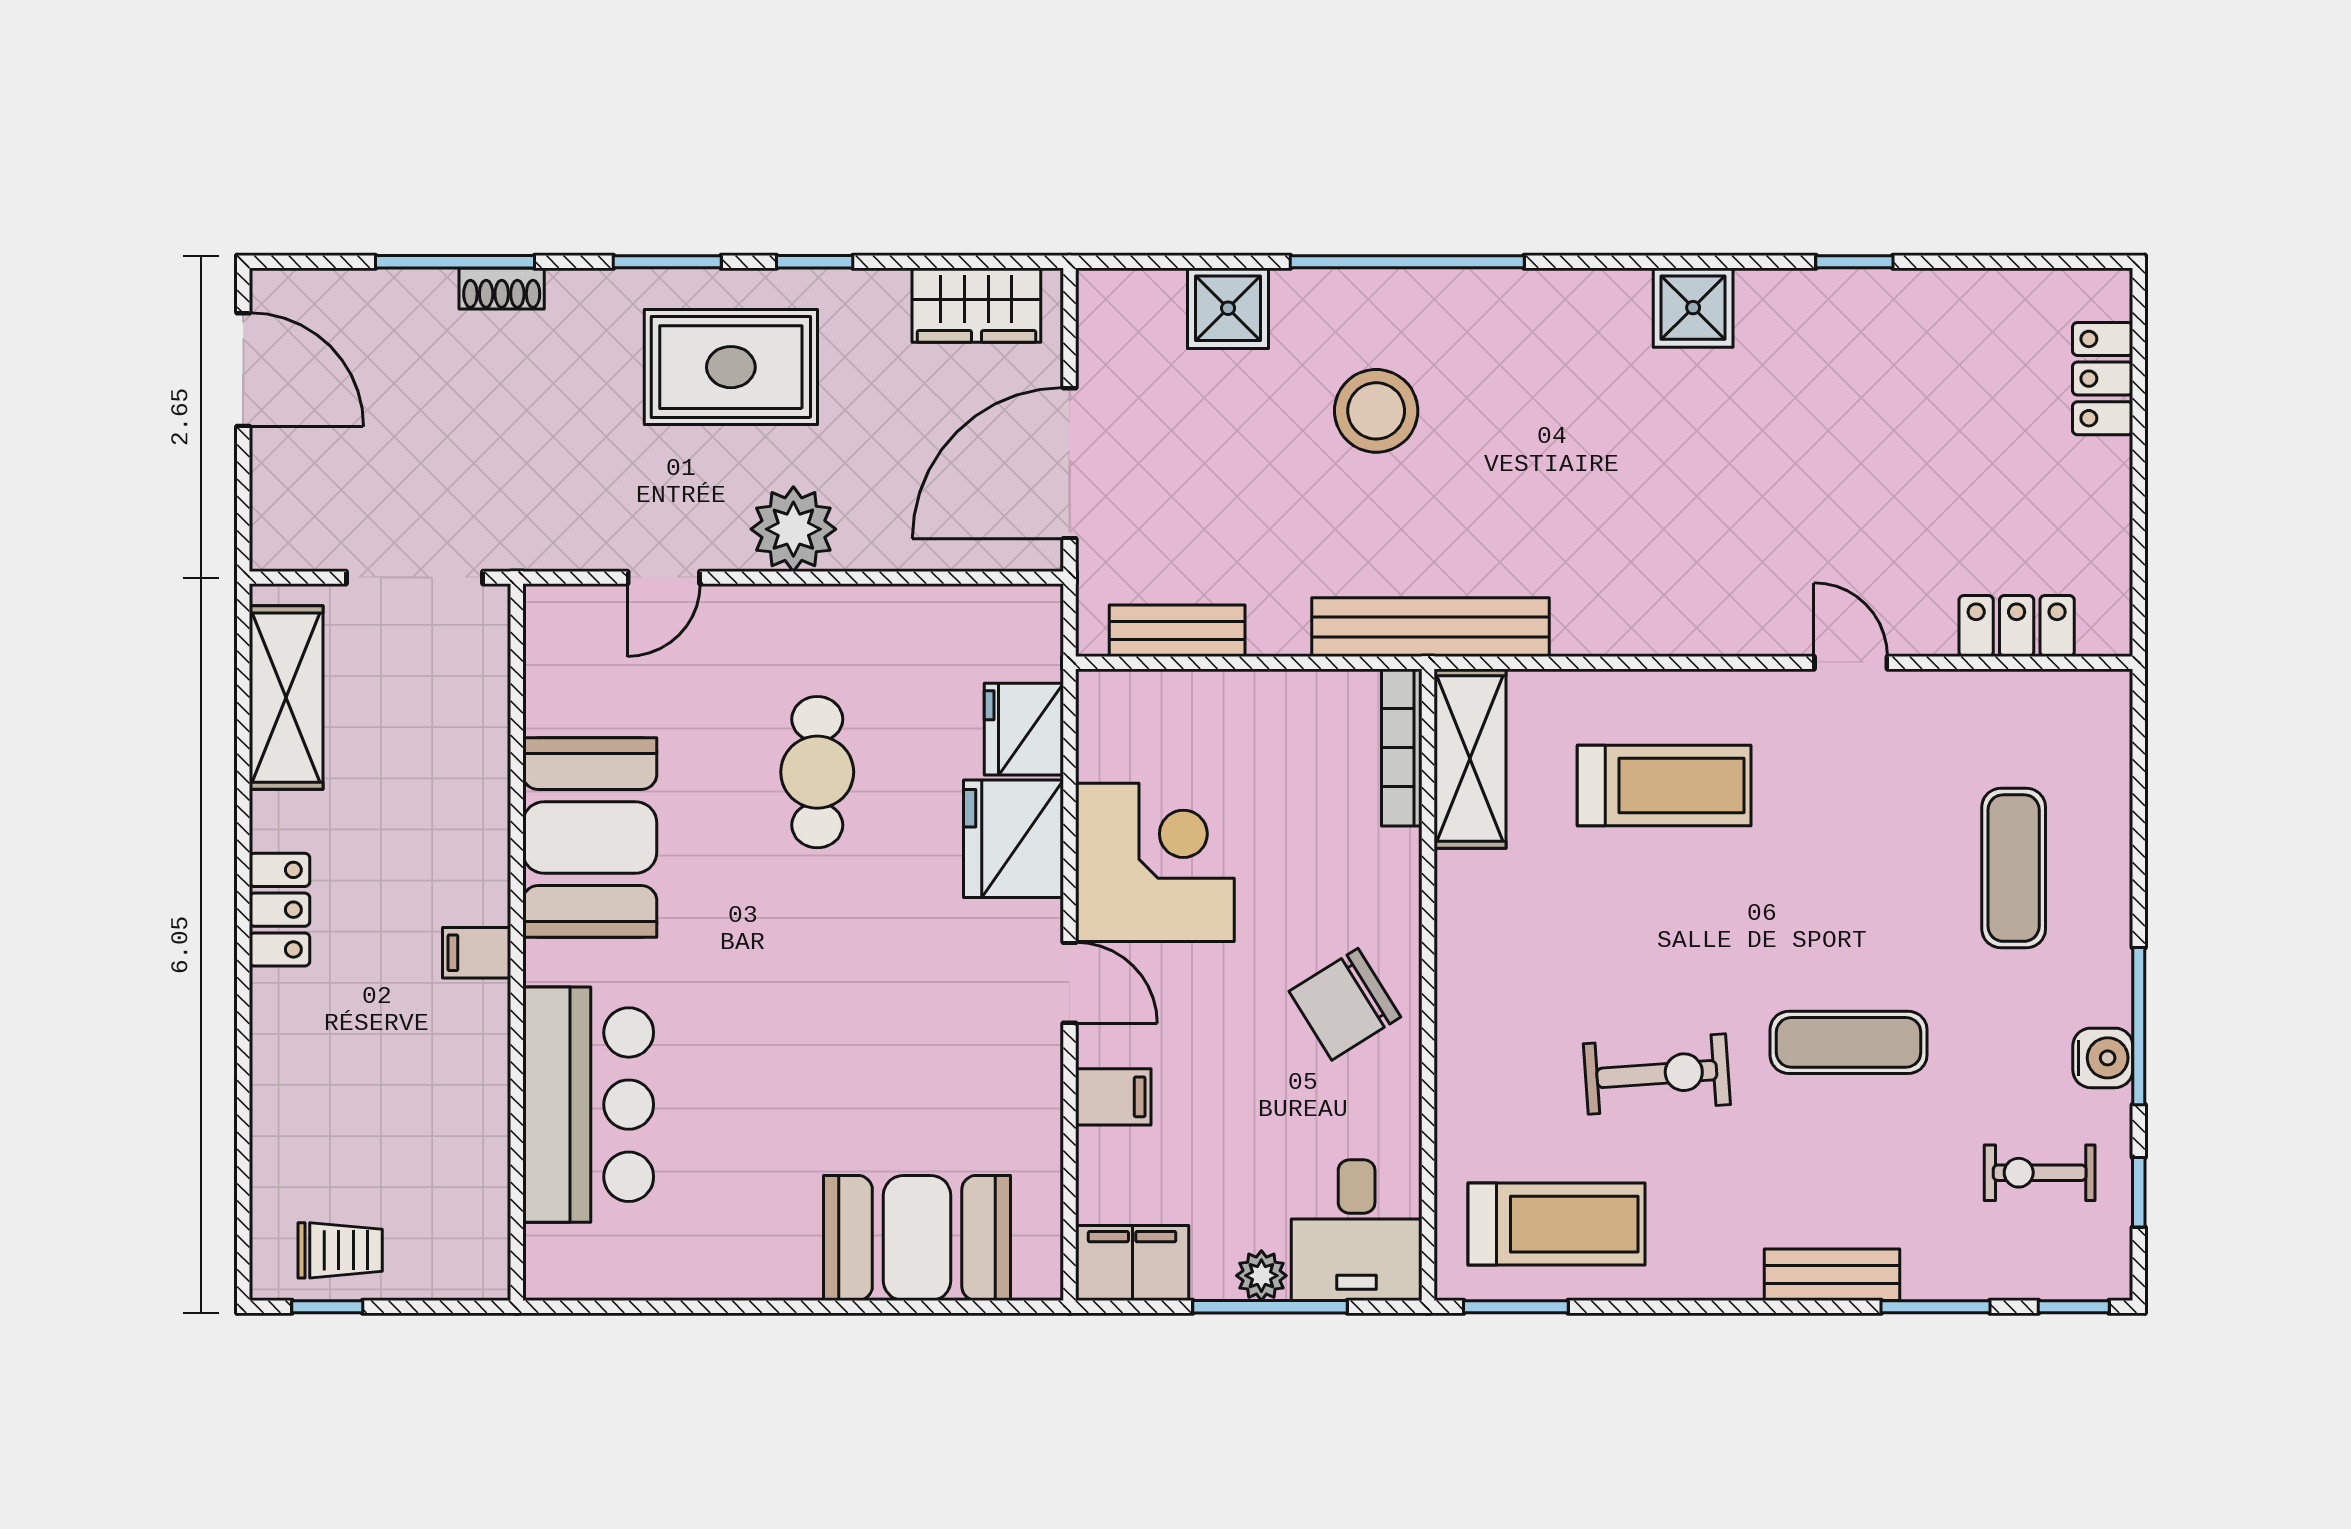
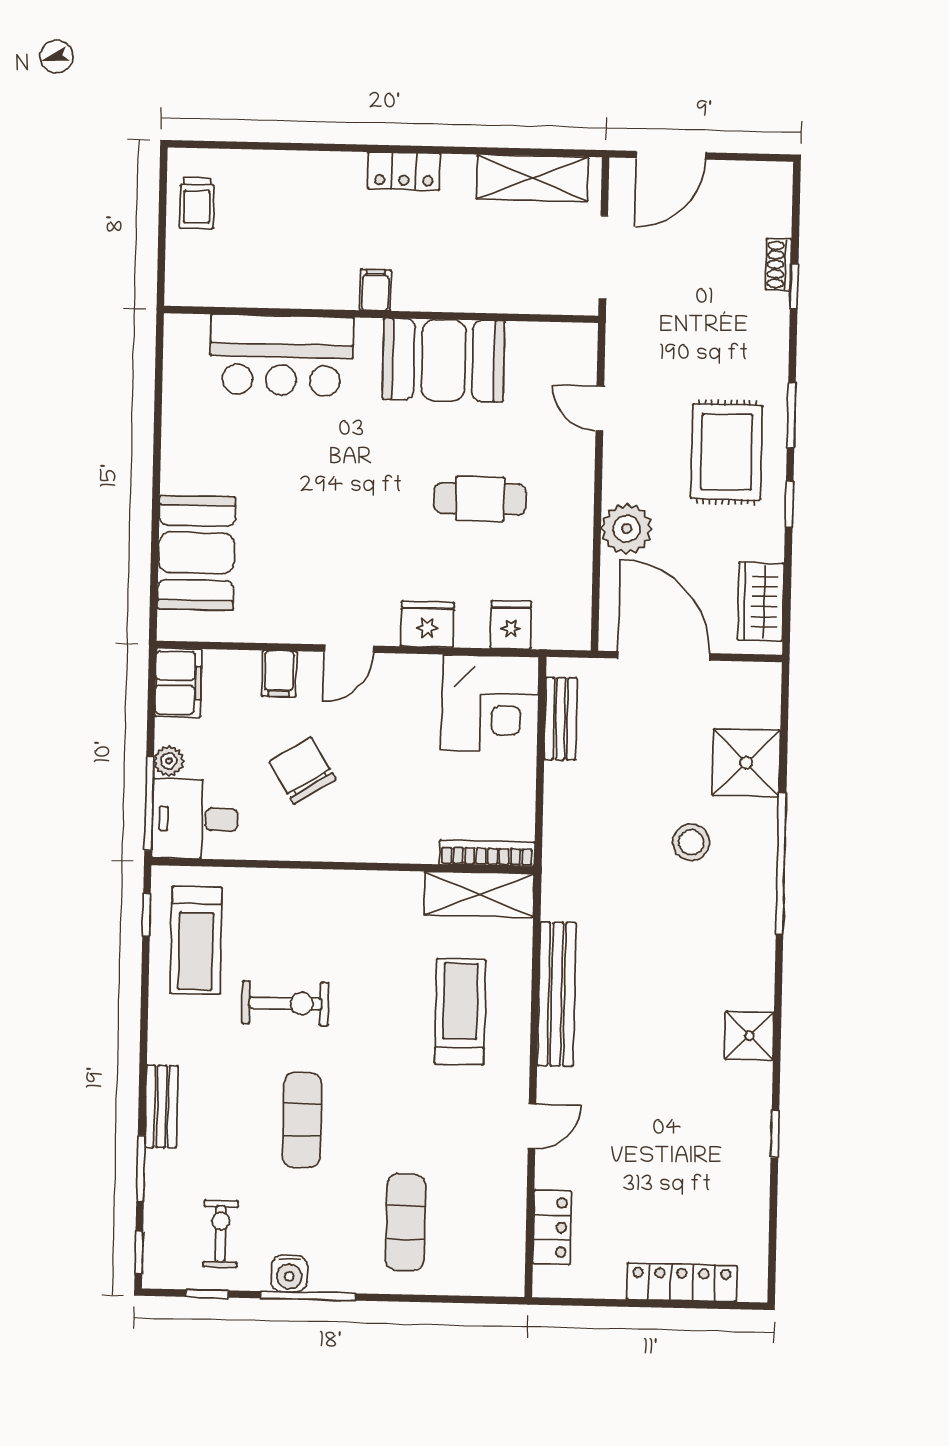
window: (455, 262) -> (794, 286), width x0.46
shoe rack: (502, 288) -> (778, 264), moved
shower: (1228, 308) -> (746, 763), width x1.36, depth x1.36
door: (243, 370) -> (671, 155), moved
locker: (2103, 379) -> (682, 1282), width x1.53
stool: (1376, 411) -> (691, 842), width x0.73, depth x0.73
plant: (793, 529) -> (627, 529), moved
bench: (1431, 627) -> (557, 994), moved
fridge: (1024, 729) -> (511, 625), width x0.72
treadmill: (1664, 786) -> (460, 1012), turned 180
fridge: (1014, 839) -> (427, 624), width x0.73, depth x0.75
corner desk: (1155, 862) -> (490, 704), moved
exercise mat: (2014, 868) -> (405, 1222), turned 90
chair: (1345, 1004) -> (303, 771), moved
exercise bike: (1657, 1074) -> (286, 1003), turned -86
window: (327, 1307) -> (163, 195), removed
window: (1270, 1307) -> (149, 803), moved
window: (1516, 1307) -> (147, 915), width x0.67

